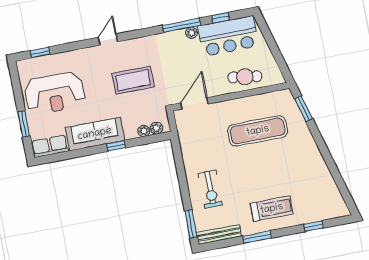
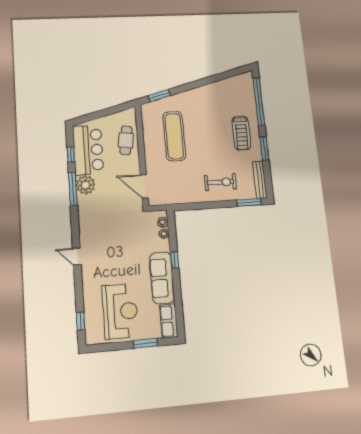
plant: (192, 33) -> (86, 185), width x1.88, depth x1.88
coffee table: (133, 80) -> (117, 238), removed
treadmill: (272, 209) -> (241, 133), turned 180
window: (313, 226) -> (259, 101), width x3.17

